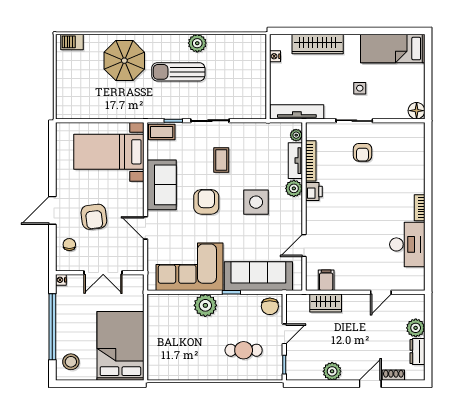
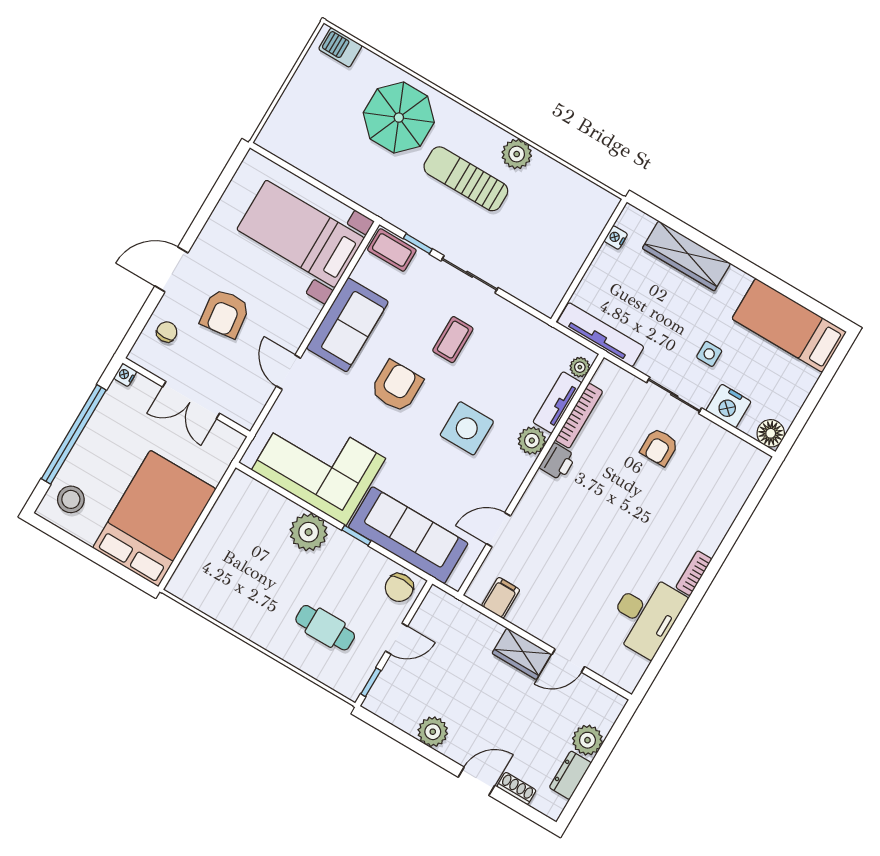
nightstand: (386, 110) -> (728, 406), added
wardrobe: (326, 303) -> (522, 654), moved

